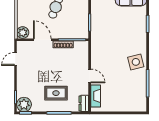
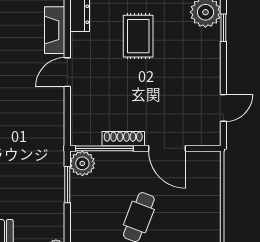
plant: (23, 33) -> (82, 163), moved
door: (90, 76) -> (67, 72), hinge flipped
rug: (56, 93) -> (138, 36), turned 90

